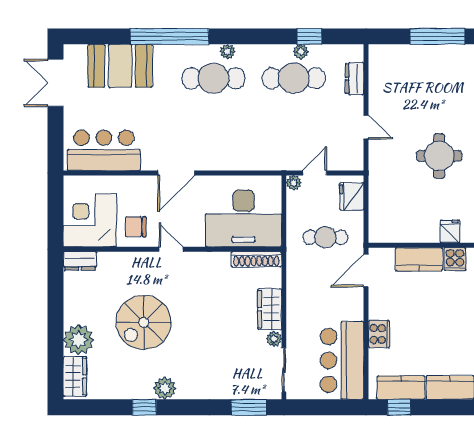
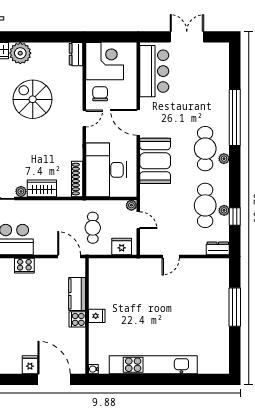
booth: (120, 66) -> (155, 161), moved
dresser: (355, 79) -> (218, 248), moved
double door: (55, 83) -> (187, 37), moved
round table: (439, 156) -> (150, 308), removed

